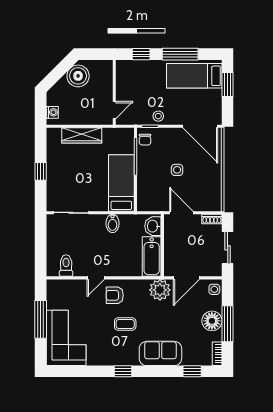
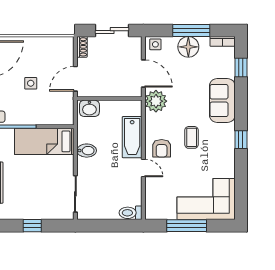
bathtub: (152, 257) -> (132, 137), moved, turned 90
toilet: (66, 266) -> (131, 213), moved

